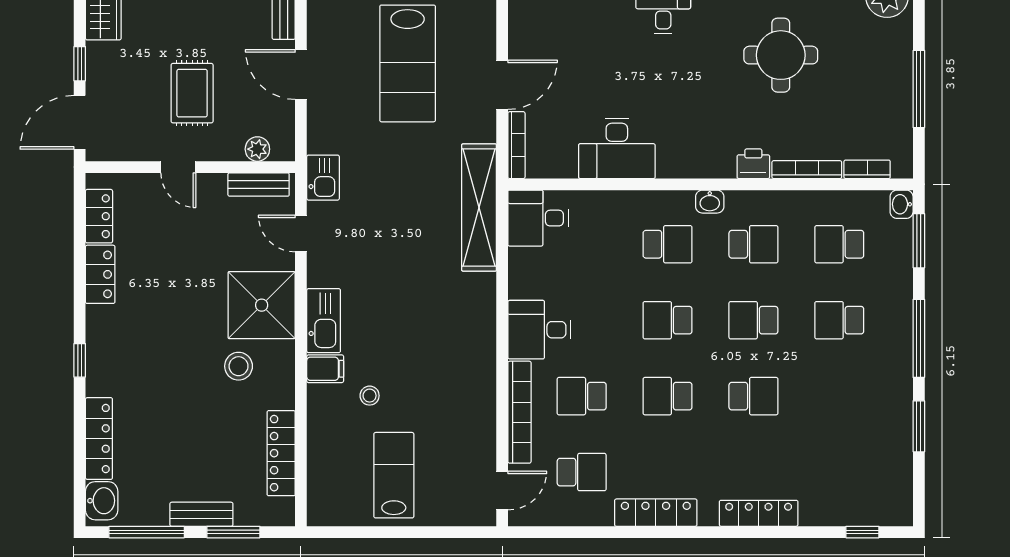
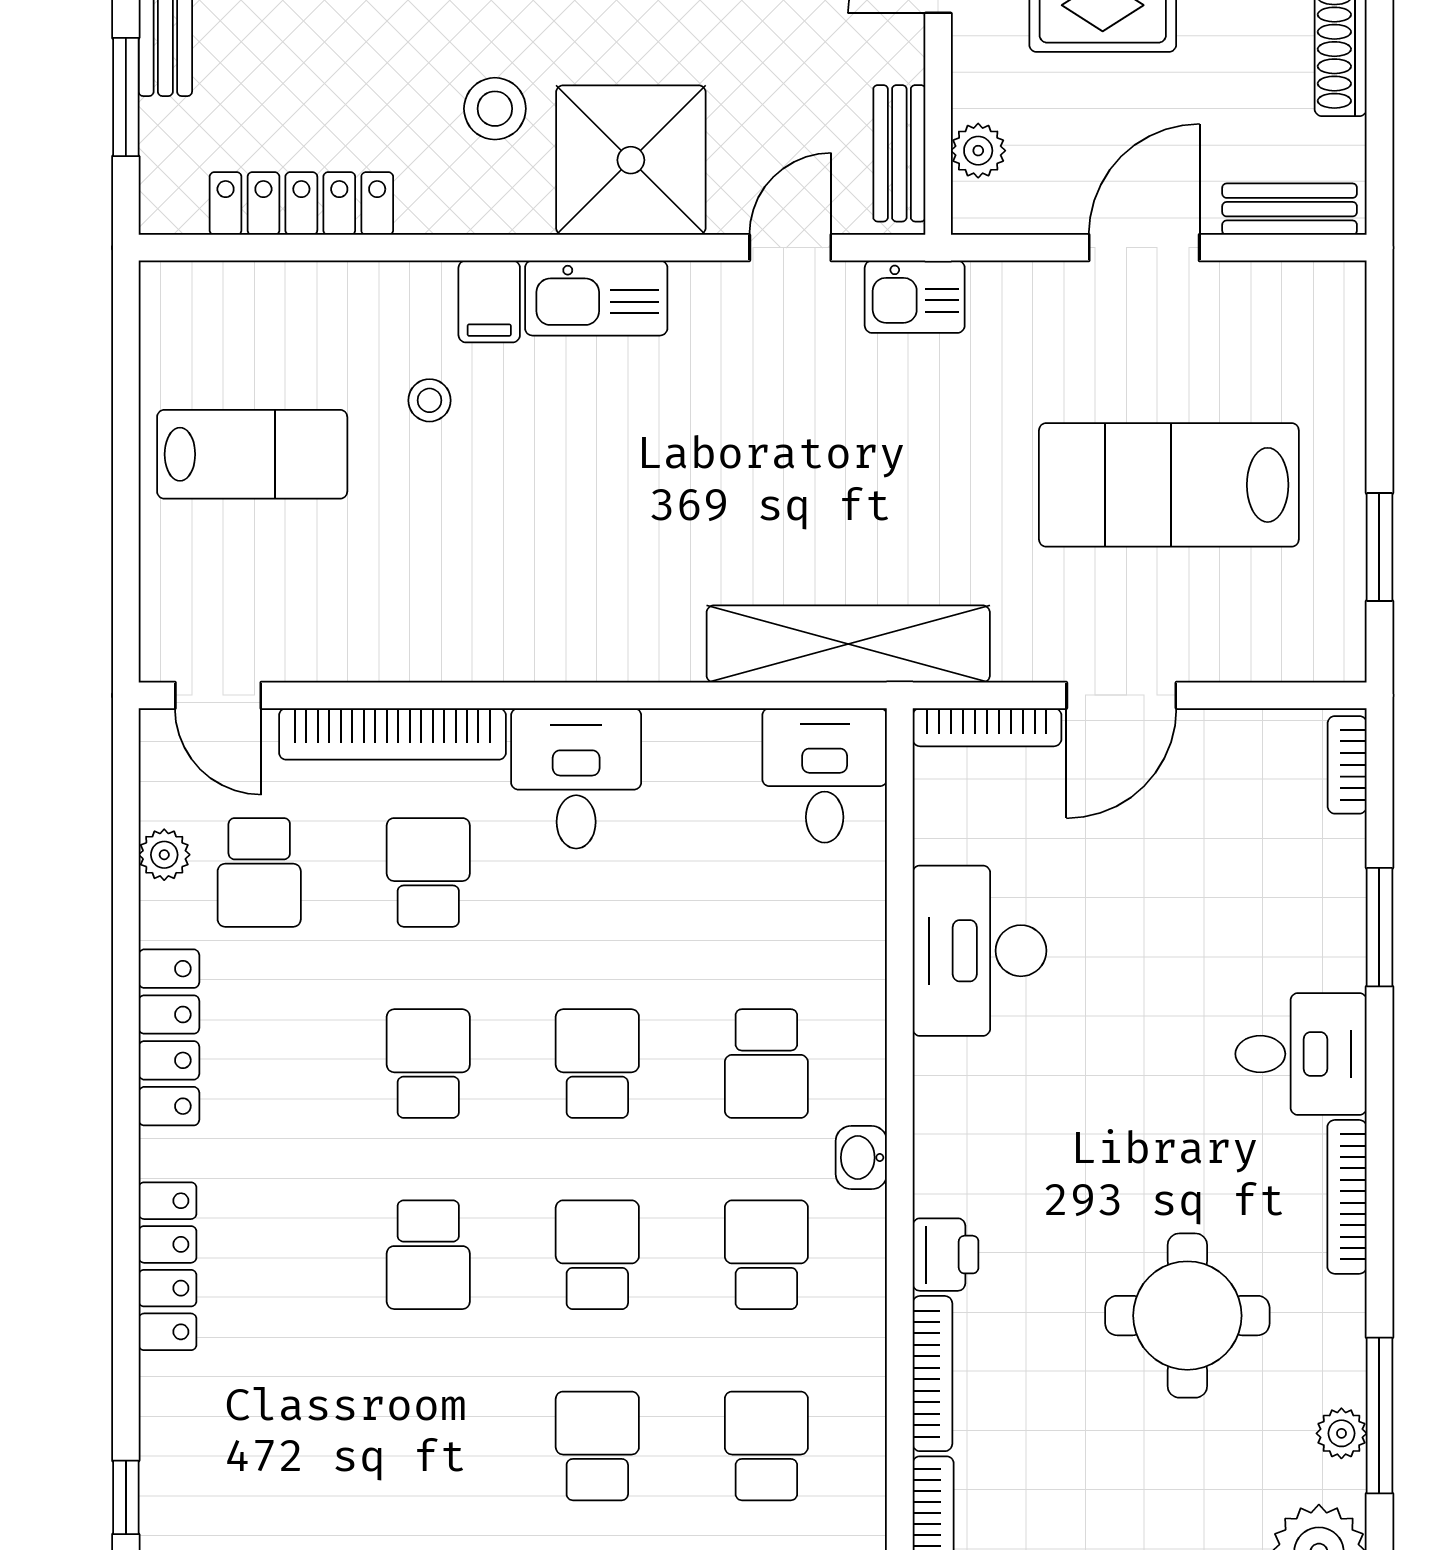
door: (502, 85) -> (1121, 695), hinge flipped
school desk: (753, 244) -> (766, 1255), turned 180
plant: (574, 515) -> (164, 855), added

